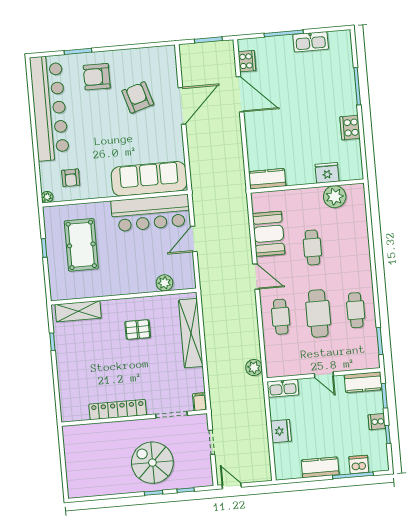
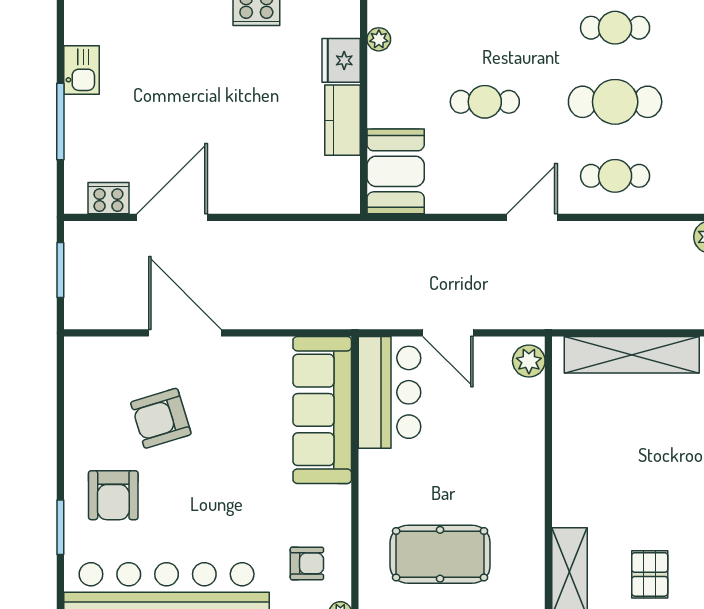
kitchen sink: (311, 42) -> (82, 70), width x0.73
kitchen counter: (267, 179) -> (343, 120), moved
plant: (335, 197) -> (379, 39), width x0.53, depth x0.53
bar counter: (151, 213) -> (390, 392), width x0.73
booth: (269, 234) -> (396, 171), moved, turned 90
plant: (164, 283) -> (529, 361), moved
pallet: (138, 330) -> (650, 574), moved

